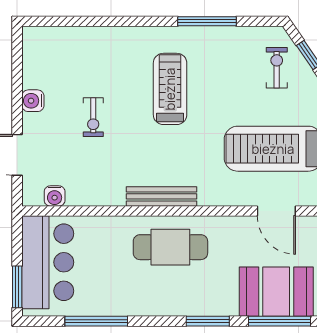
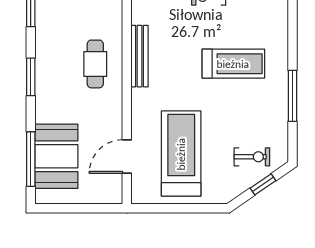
cafe table: (170, 247) -> (95, 64), width x0.73, depth x0.74
window: (208, 321) -> (31, 77), moved

